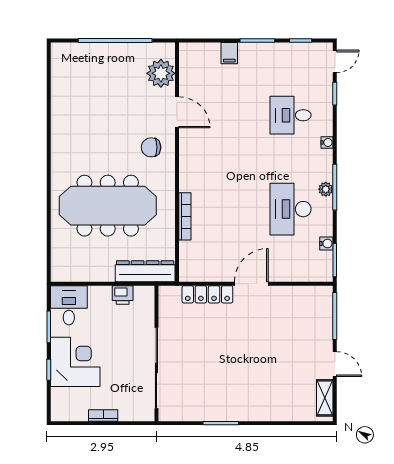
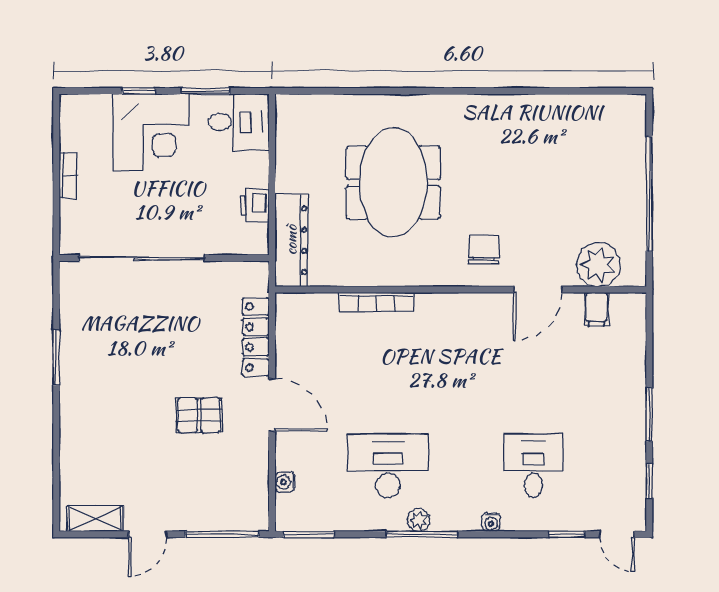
filing cabinet: (229, 53) -> (597, 309), moved, turned -90
meeting table: (108, 206) -> (393, 182), width x0.73
water cooler: (326, 244) -> (285, 482), moved, turned 90
pallet: (258, 331) -> (199, 415), added

